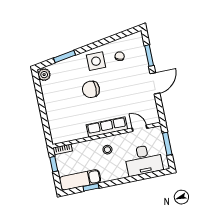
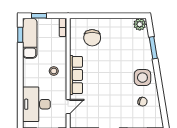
chair: (91, 89) -> (92, 38), moved, turned 180
window: (54, 164) -> (39, 16), moved
window: (91, 187) -> (20, 35), moved

